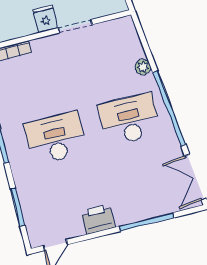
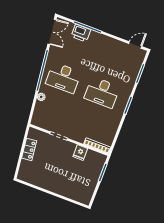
fridge: (45, 19) -> (80, 153), moved
printer: (98, 219) -> (81, 33), moved

